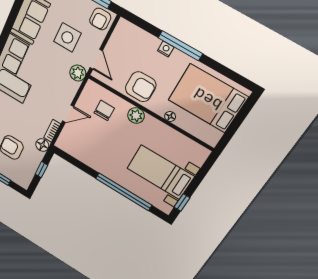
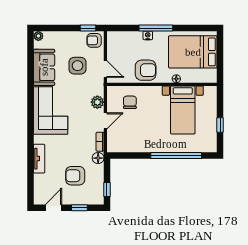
armchair: (100, 19) -> (94, 40), turned 90
plant: (78, 73) -> (97, 102), moved
plant: (136, 116) -> (154, 92), removed
window: (41, 170) -> (107, 190), moved
bed with nightstands: (160, 172) -> (183, 110), moved, turned -90
window: (182, 202) -> (220, 125), moved

